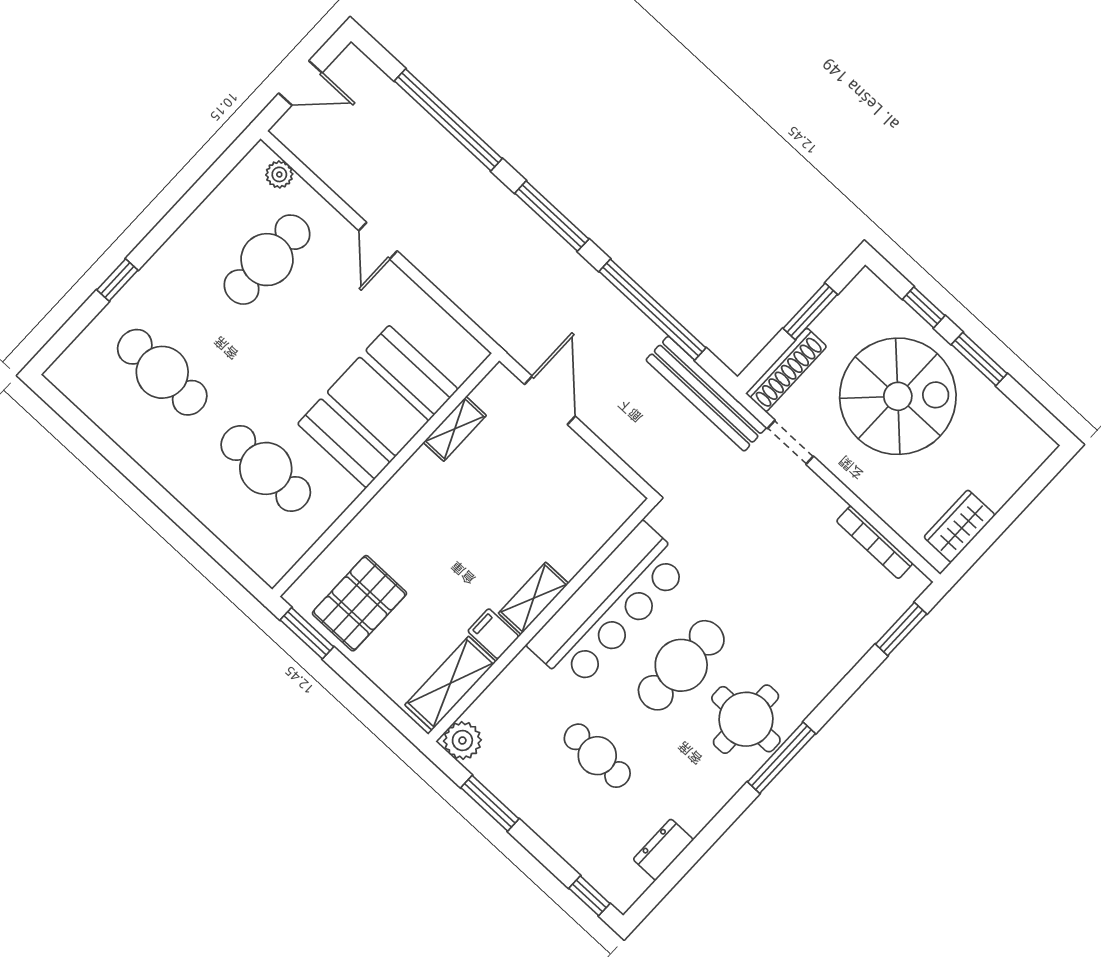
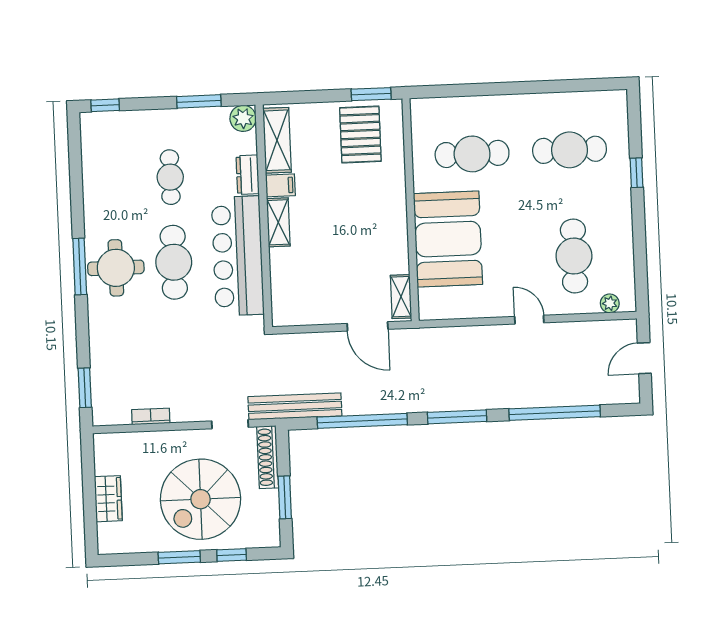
shelving: (455, 429) -> (401, 297), moved
wardrobe: (960, 526) -> (108, 499), moved
bookcase: (875, 542) -> (151, 416), width x0.64
cafe table: (597, 756) -> (170, 177), turned 90
dresser: (663, 850) -> (248, 175), moved, turned 180

